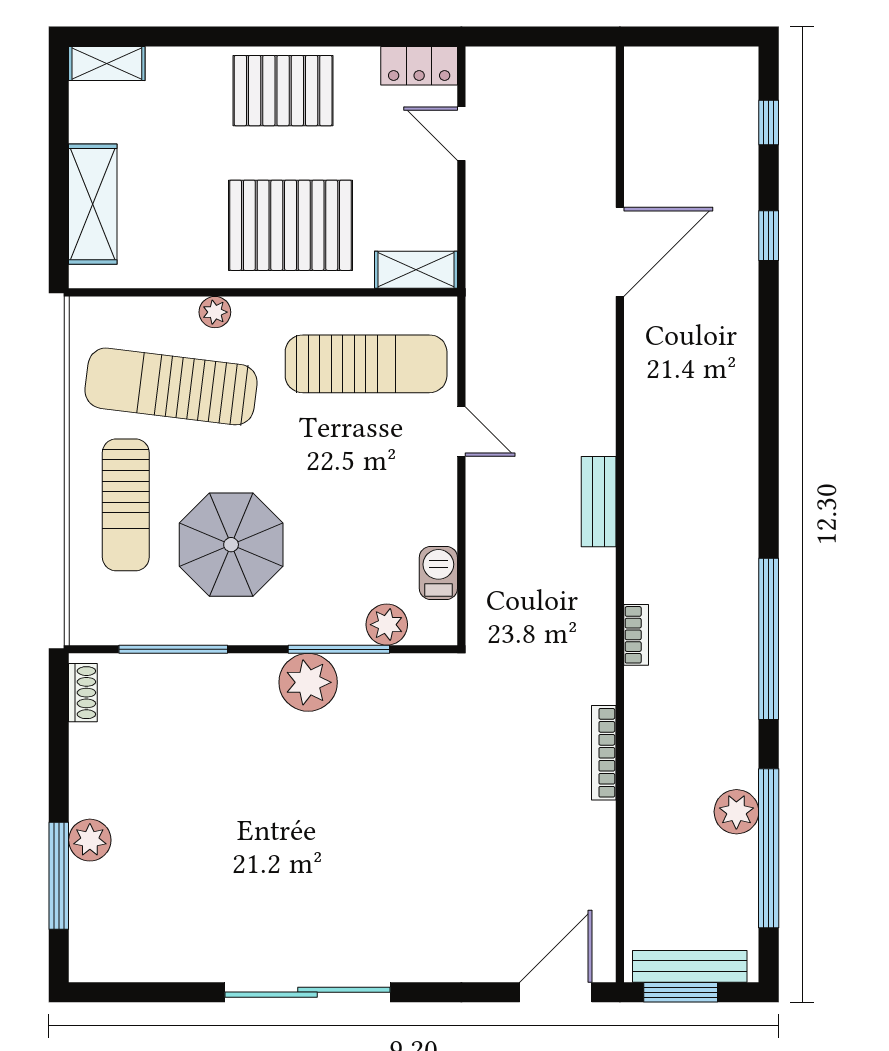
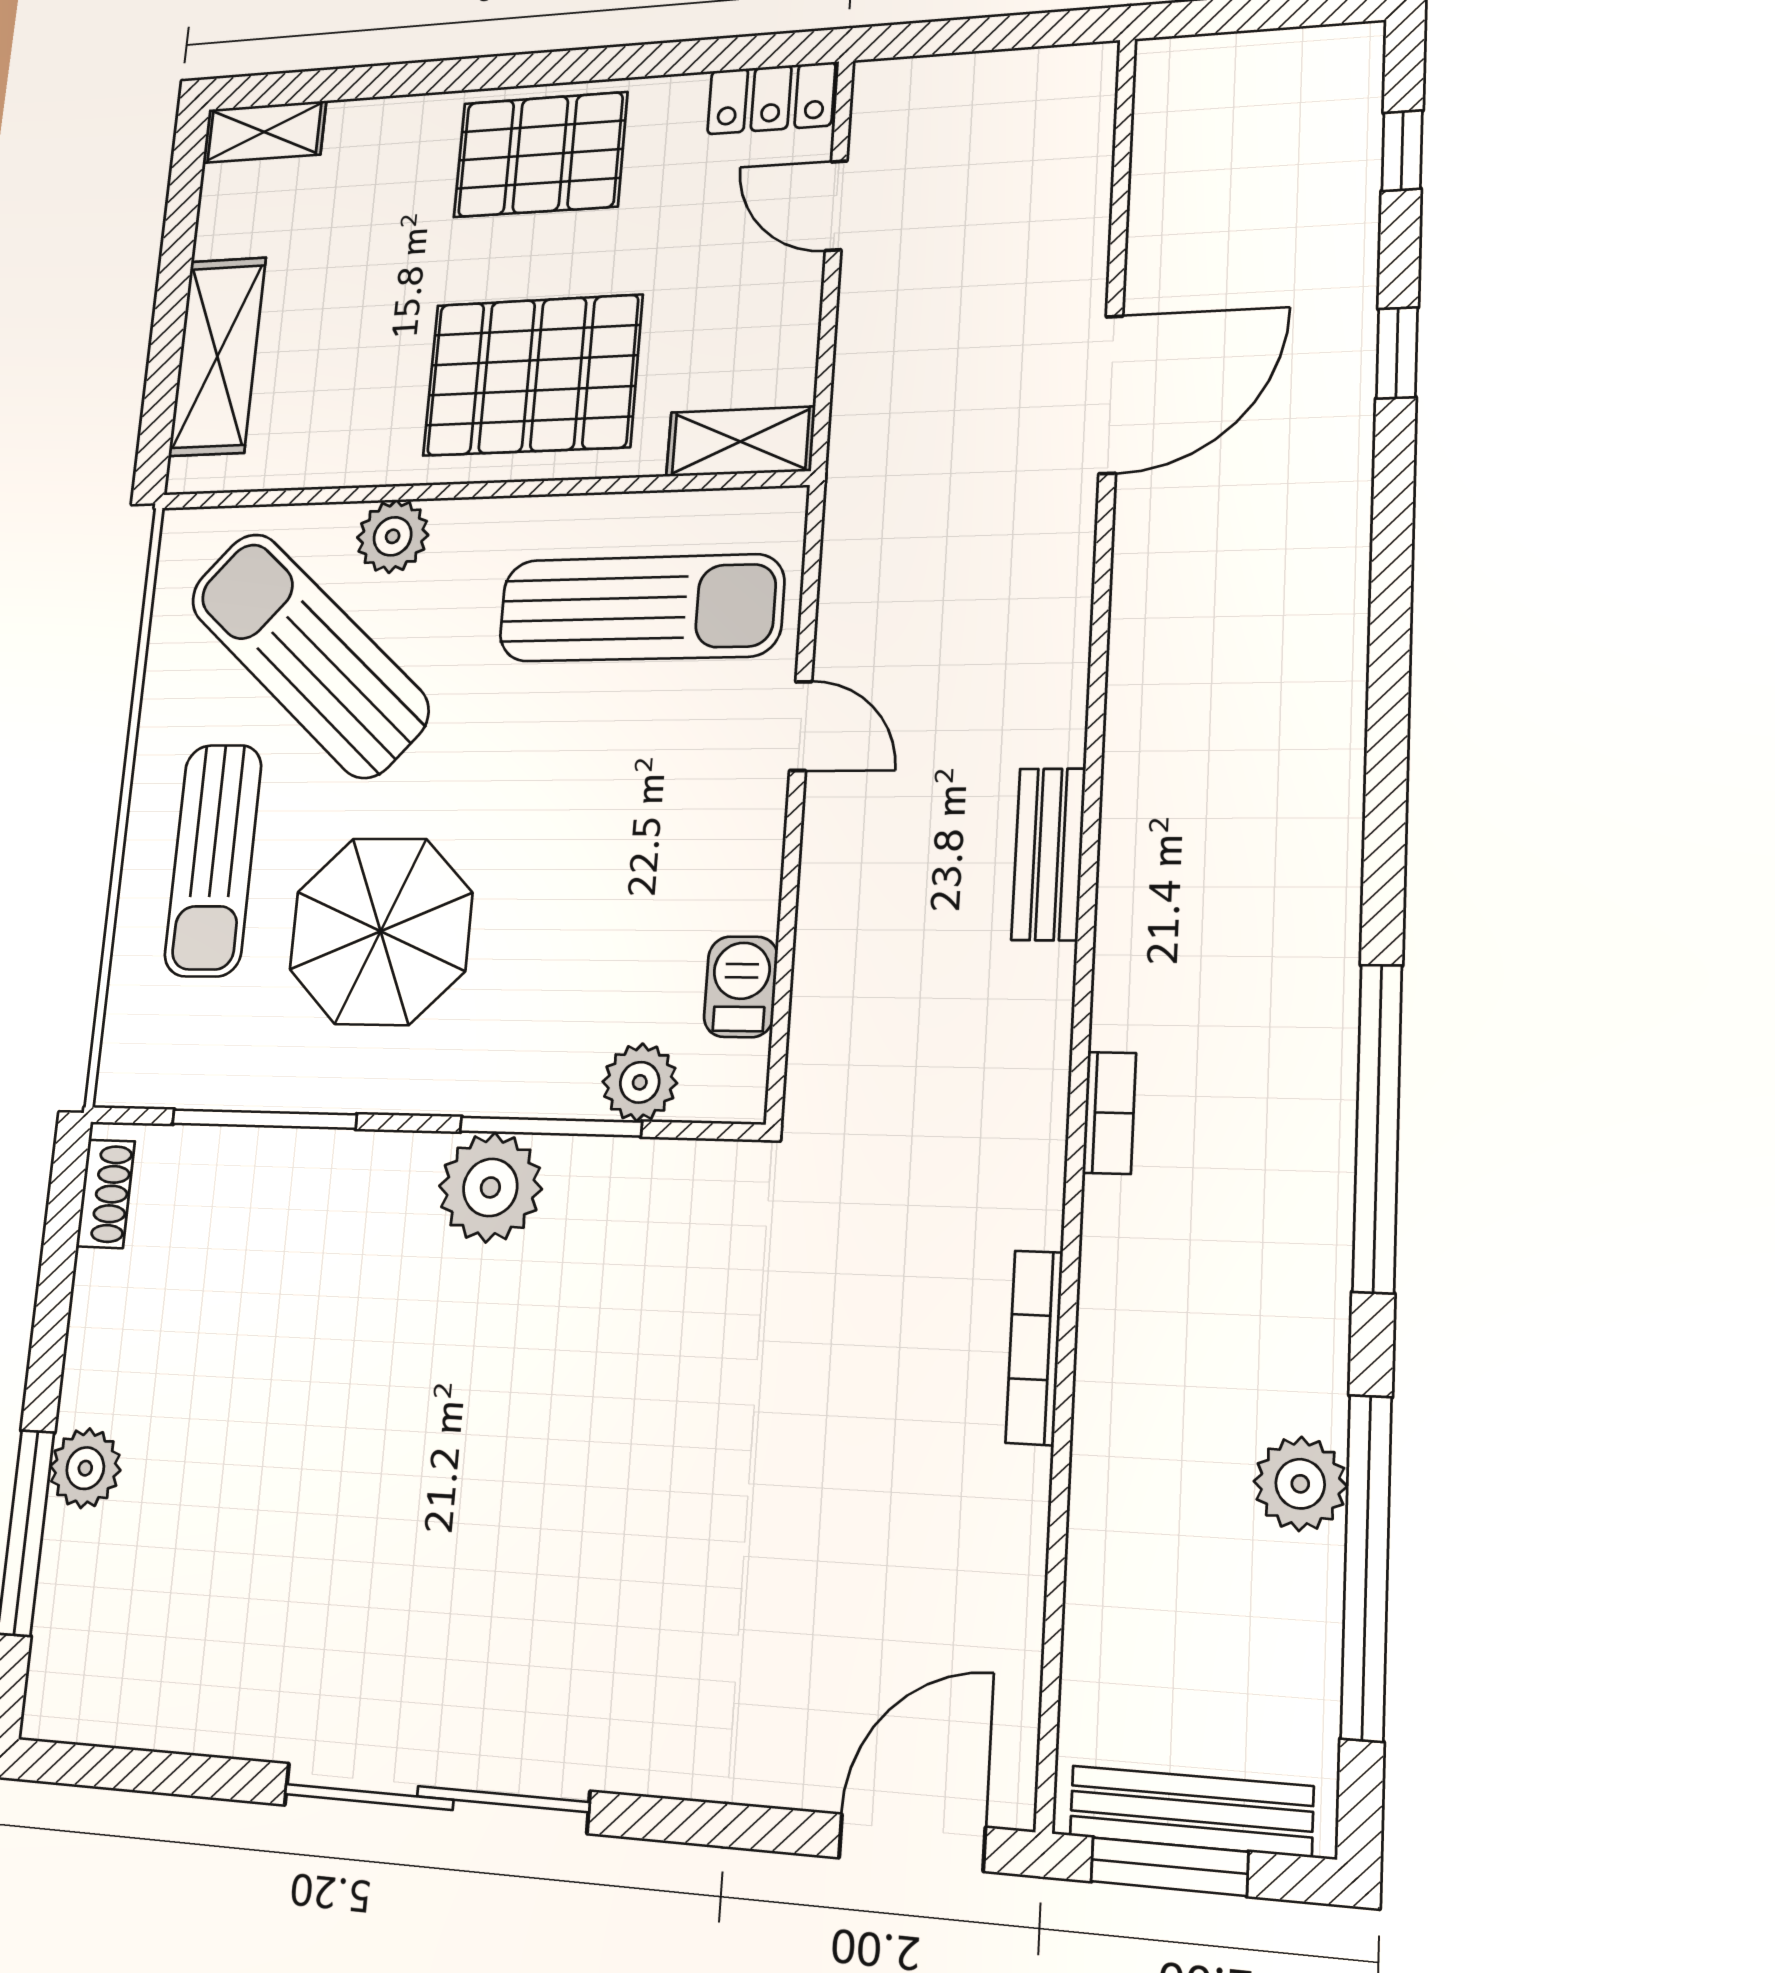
plant: (215, 312) -> (393, 536), width x1.38, depth x1.38
sun lounger: (171, 386) -> (309, 655), turned 35

